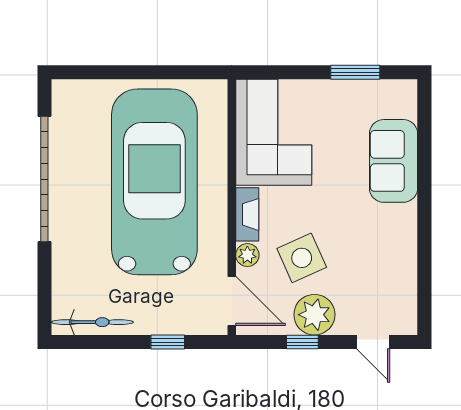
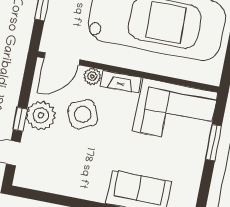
window: (355, 72) -> (213, 143), moved
window: (302, 342) -> (20, 119), moved

